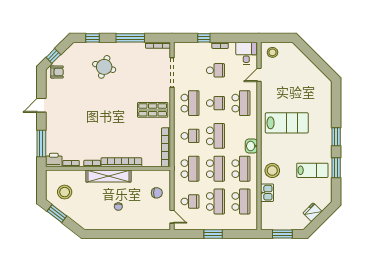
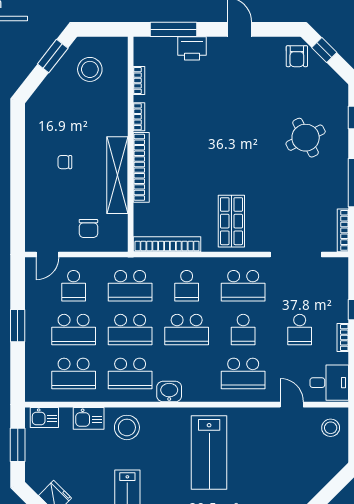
round table: (104, 67) -> (306, 138), turned 45
printer: (54, 160) -> (192, 48), moved, turned 90
shelving: (108, 176) -> (117, 175), moved
kitchen sink: (266, 218) -> (44, 417), added

